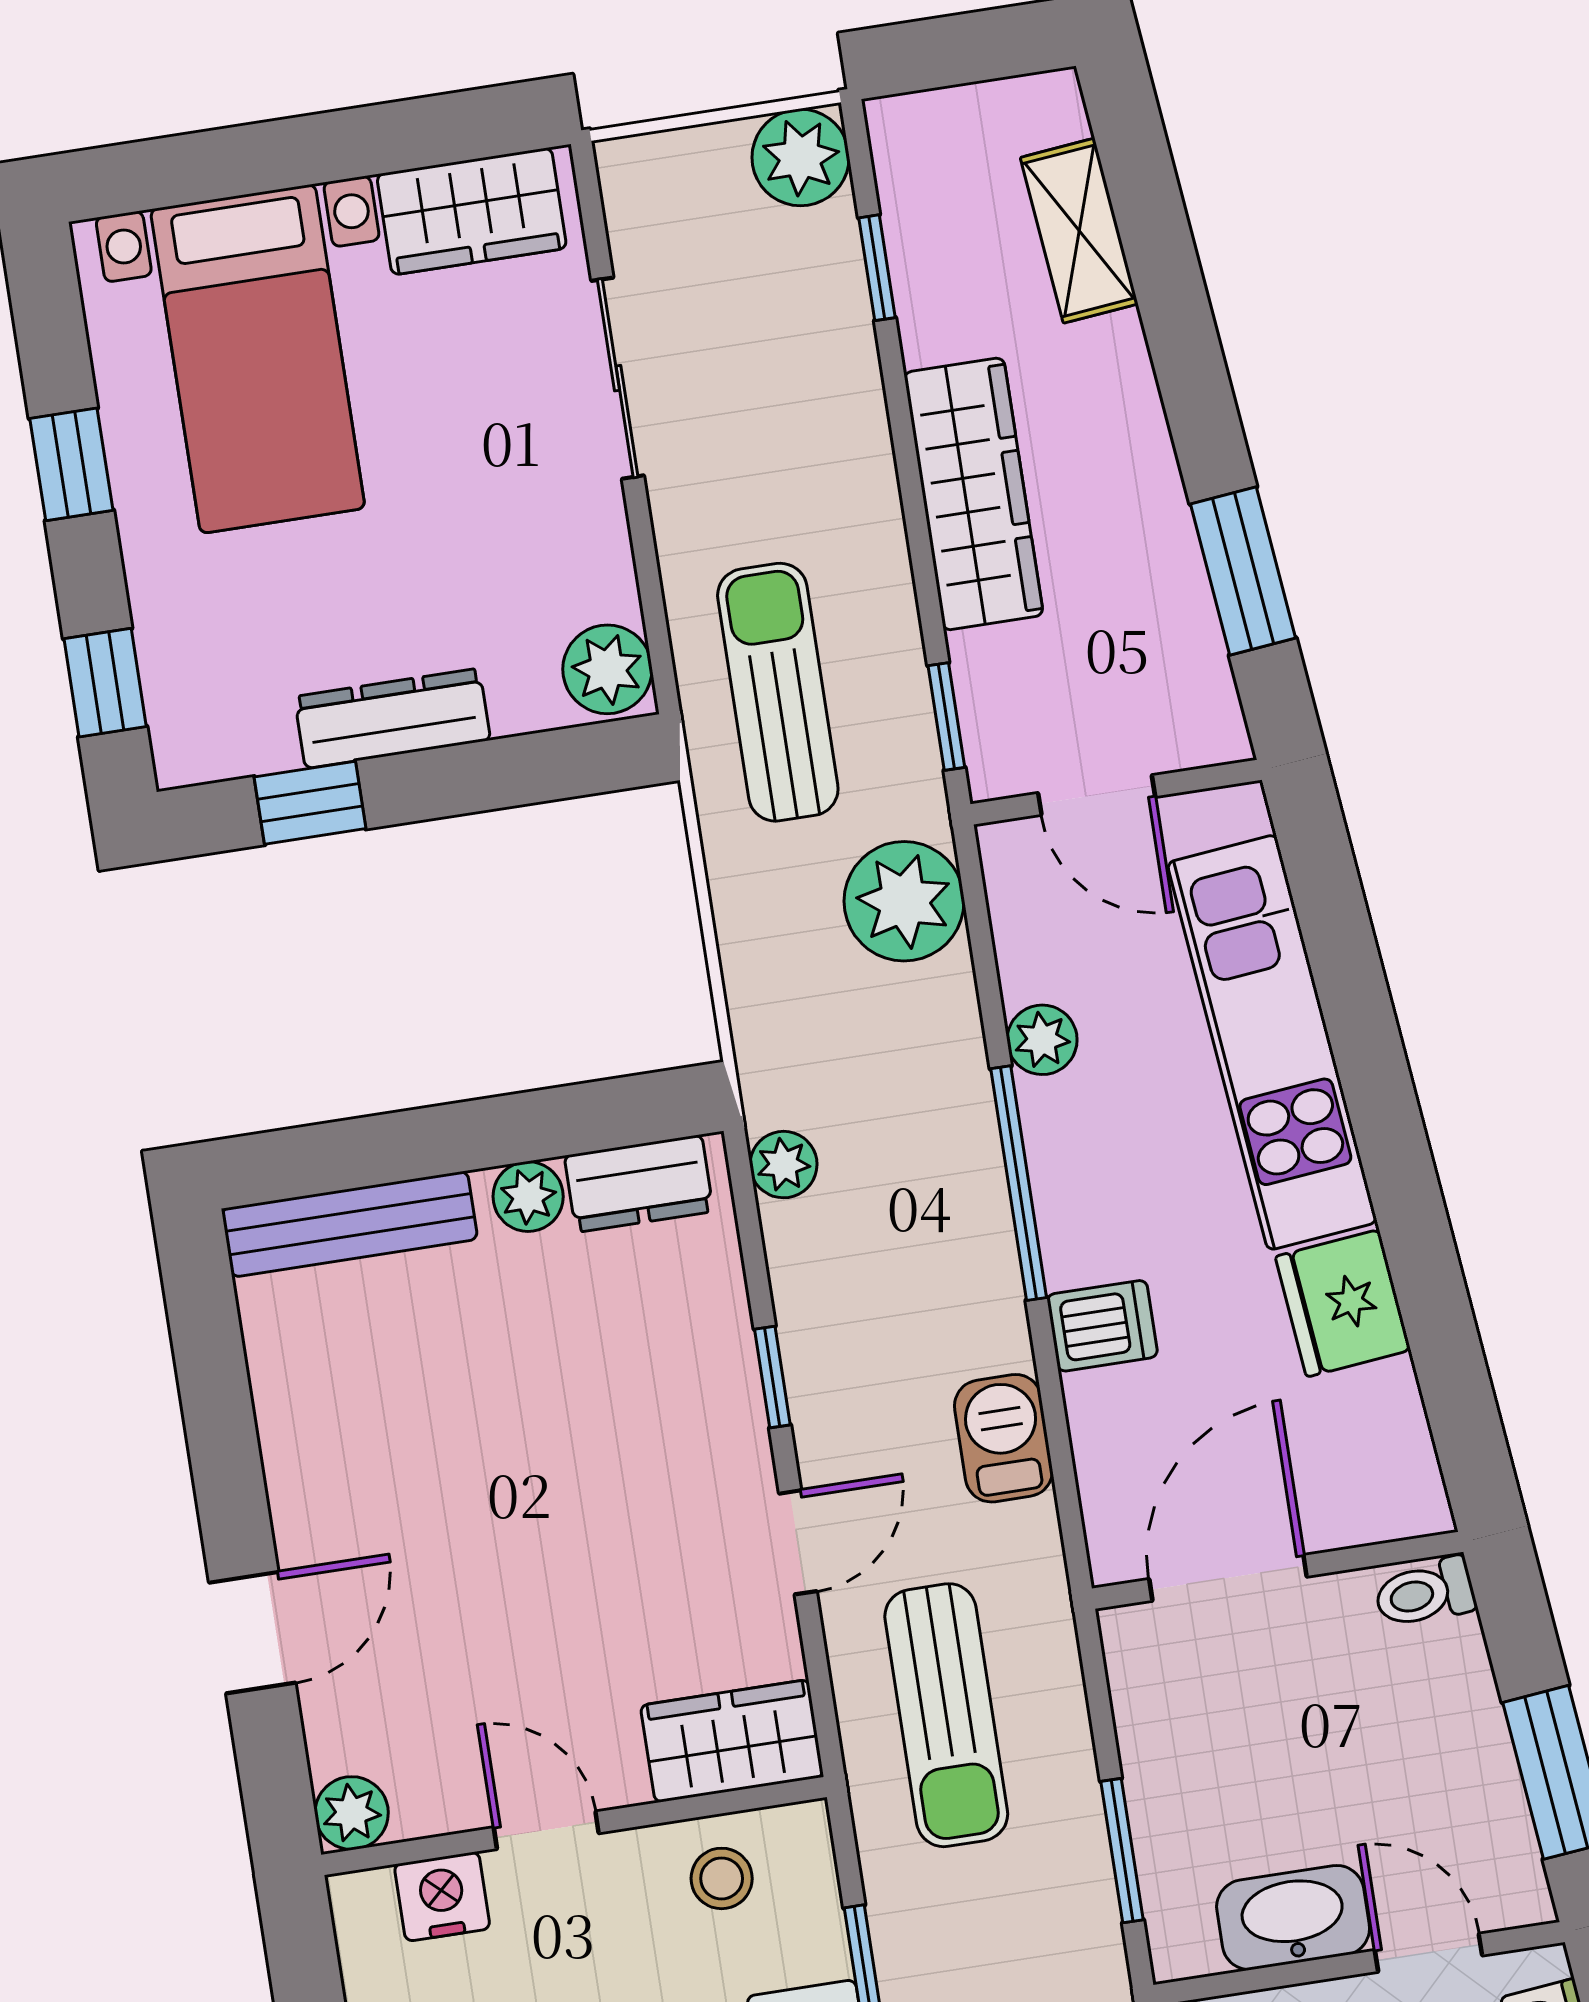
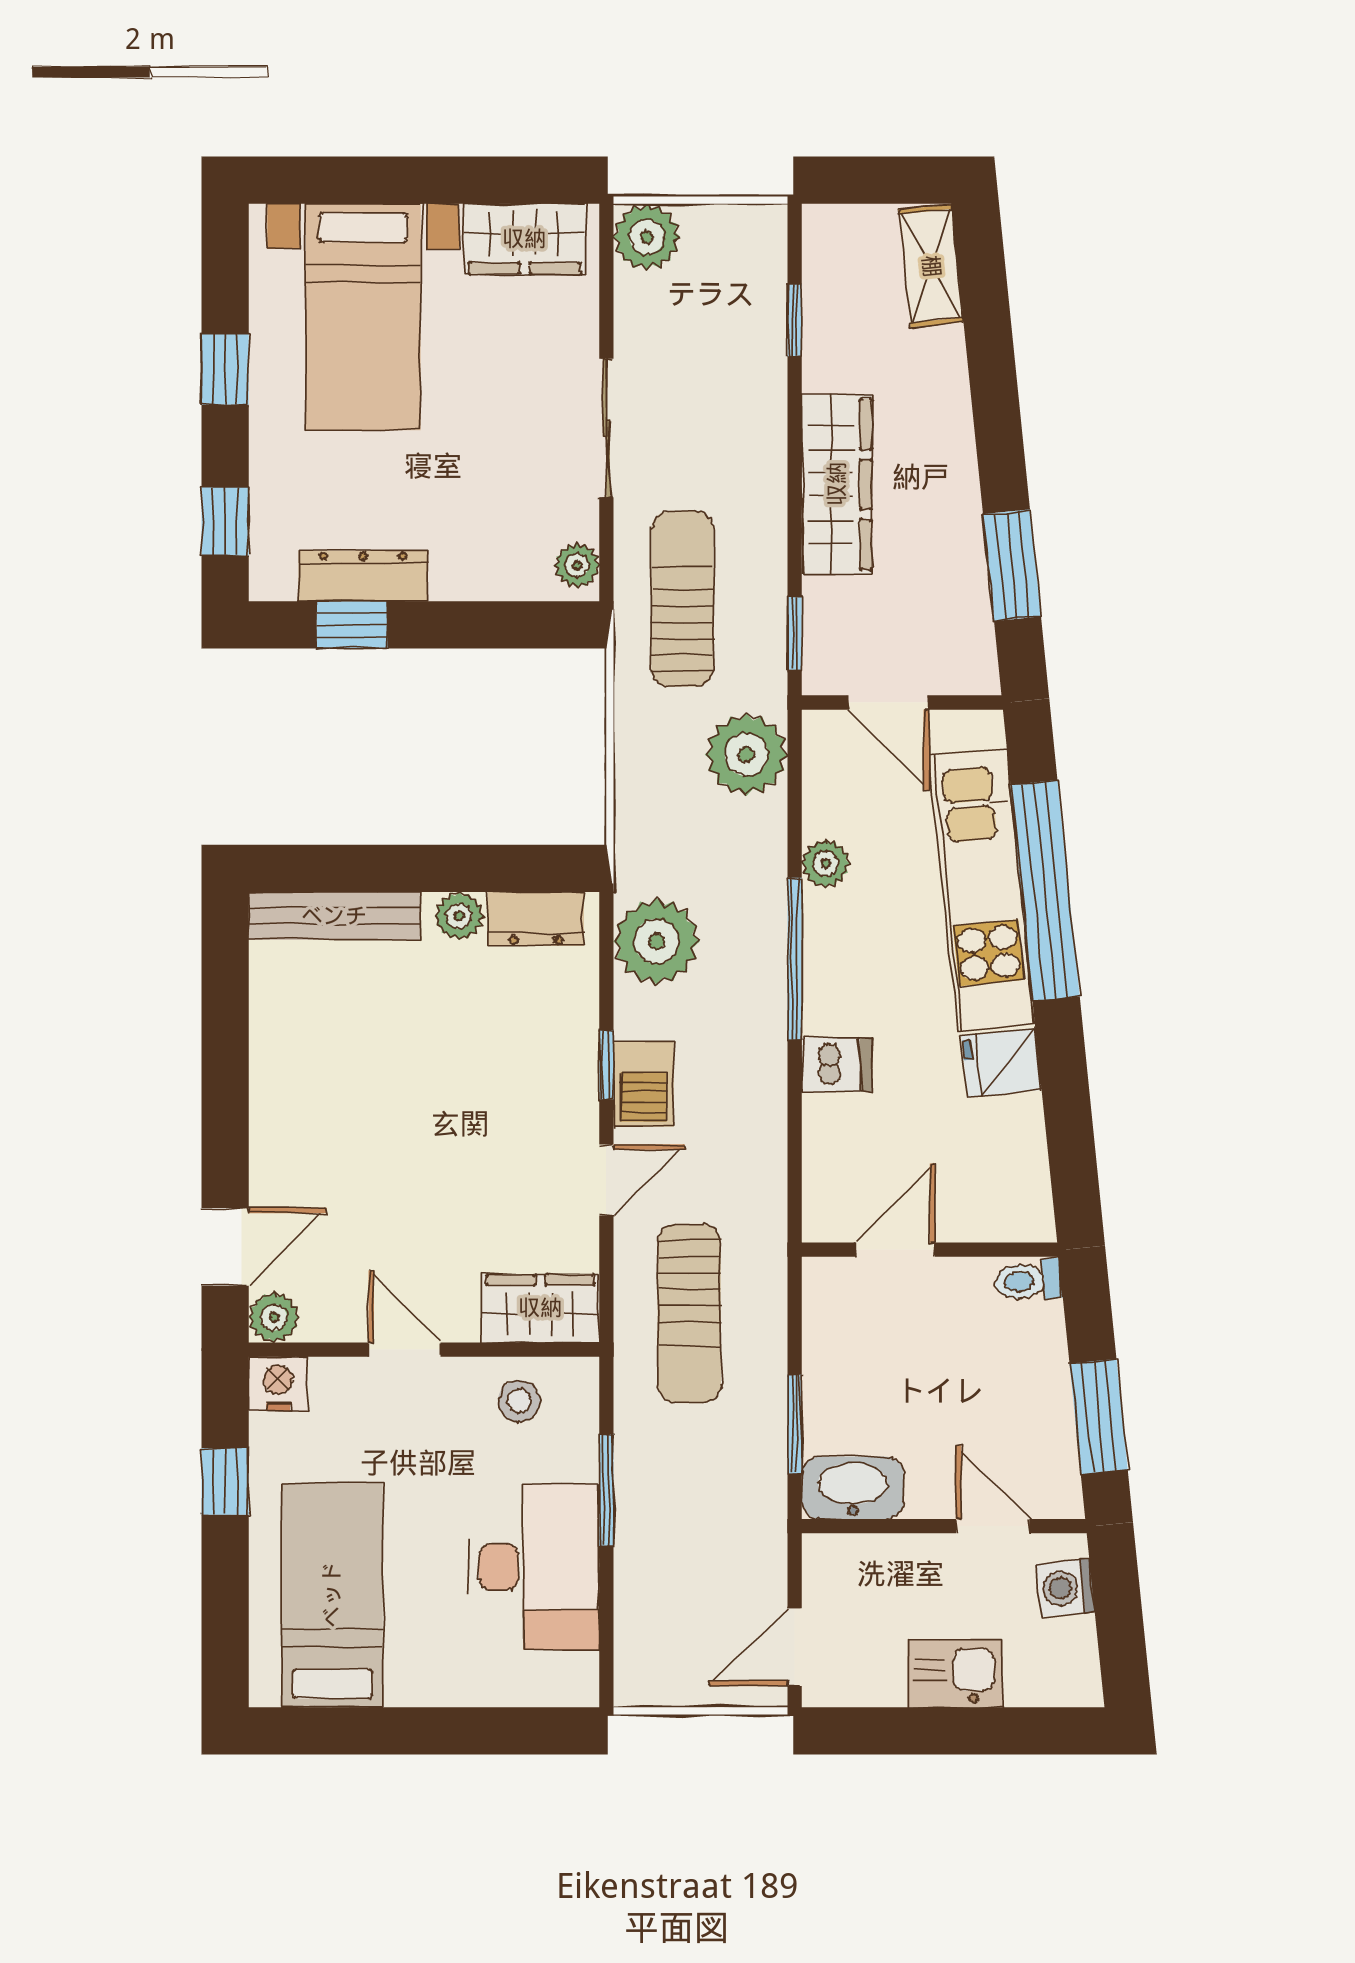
plant: (801, 157) -> (647, 237), moved
shelving: (1079, 231) -> (931, 266), moved
sliding door: (618, 378) -> (606, 428), moved
plant: (607, 669) -> (577, 565), width x0.73, depth x0.73
dresser: (392, 718) -> (363, 576), moved
window: (1363, 1030) -> (1045, 891), added
plant: (784, 1165) -> (657, 941), width x1.87, depth x1.87
fridge: (1343, 1303) -> (1002, 1063), width x0.72
barbecue: (1004, 1438) -> (644, 1084), moved, turned 180
door: (1228, 1578) -> (896, 1250), width x0.73
door: (252, 1633) -> (225, 1247), moved
nightstand: (442, 1896) -> (278, 1384), moved
washbasin: (1293, 1918) -> (853, 1488), moved

